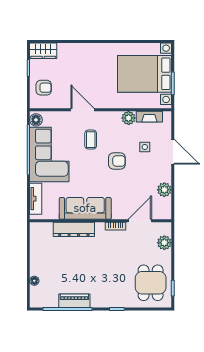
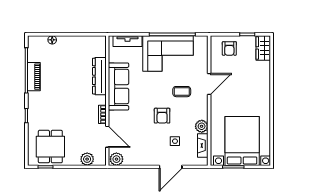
floor lamp: (36, 120) -> (200, 41), removed
plant: (164, 190) -> (116, 159), moved
dining table: (151, 283) -> (50, 147), turned 90

